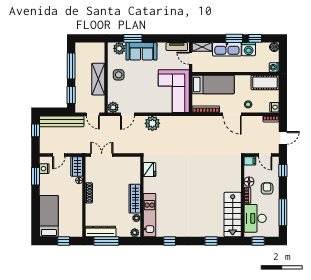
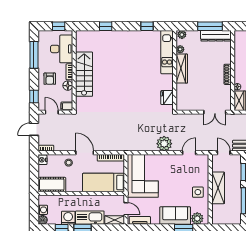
washing machine: (274, 67) -> (43, 210), moved
plant: (113, 107) -> (203, 160), removed
stairs: (233, 215) -> (84, 74), moved

